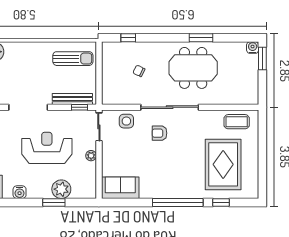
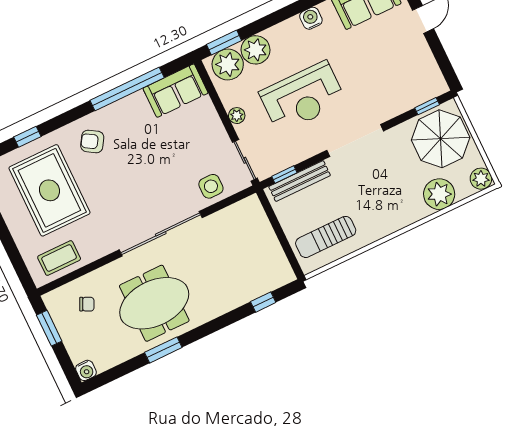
window: (262, 58) -> (49, 328), moved
chair: (139, 71) -> (87, 304), moved
armchair: (160, 133) -> (92, 141), moved, turned -148
plant: (82, 188) -> (228, 64), added
window: (54, 202) -> (224, 43), moved
window: (178, 202) -> (127, 89), moved

